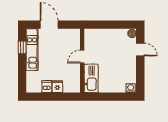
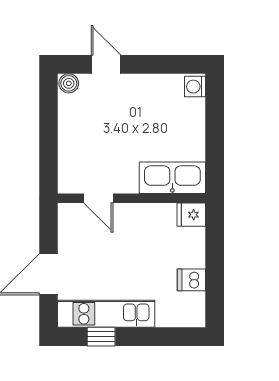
door: (140, 50) -> (106, 64), hinge flipped
door: (82, 57) -> (98, 198), moved
fridge: (57, 87) -> (191, 215), moved

